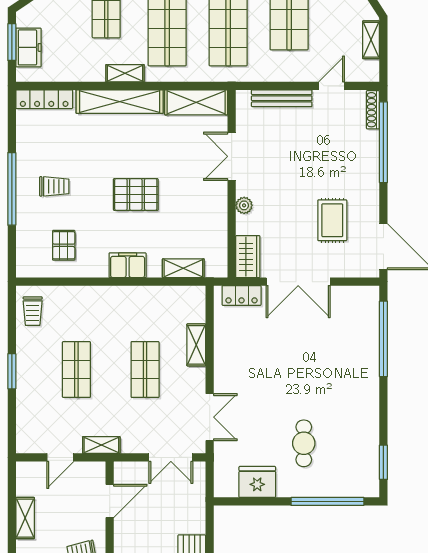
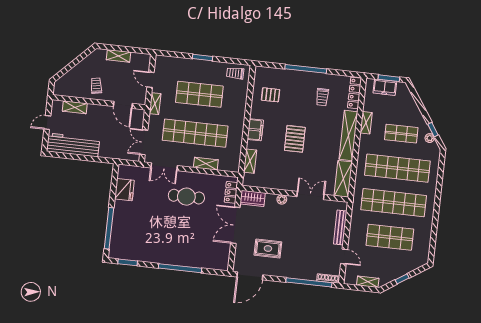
shelving: (125, 73) -> (366, 123), moved
trolley: (54, 186) -> (322, 97), moved
window: (383, 339) -> (180, 268), moved
shop shelf: (76, 370) -> (199, 94), width x1.43, depth x1.36
shop shelf: (145, 370) -> (195, 133), width x2.00, depth x1.36
cafe table: (304, 443) -> (186, 197), moved, width x1.37, depth x1.35

